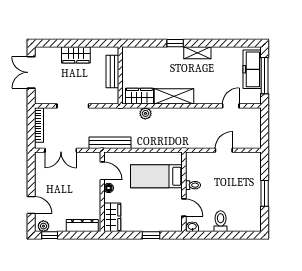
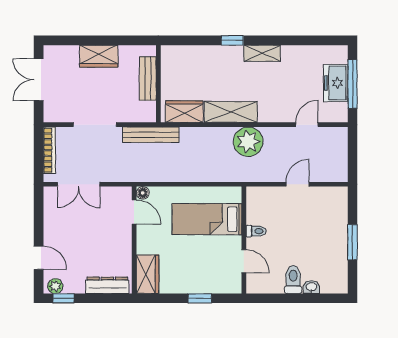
freezer: (252, 69) -> (336, 83), width x0.71
plant: (145, 113) -> (248, 142), moved, width x1.88, depth x1.88
bench: (110, 143) -> (151, 135), moved
floor lamp: (109, 188) -> (143, 193), moved
washbasin: (192, 227) -> (311, 287), moved

